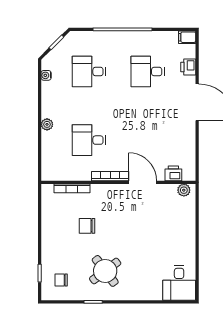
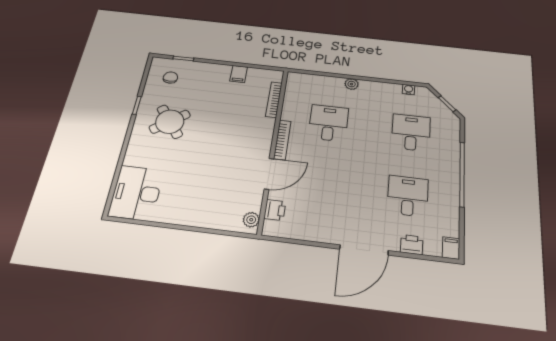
filing cabinet: (50, 222) -> (239, 74), added
chair: (87, 226) -> (227, 110), removed
desk: (179, 283) -> (136, 193), width x1.37

